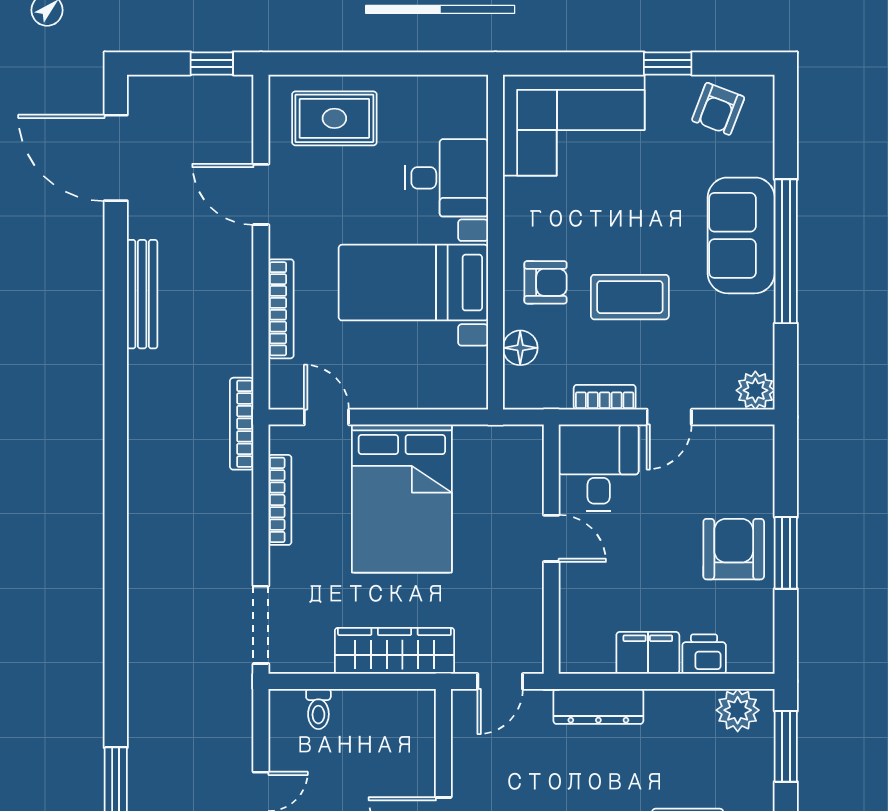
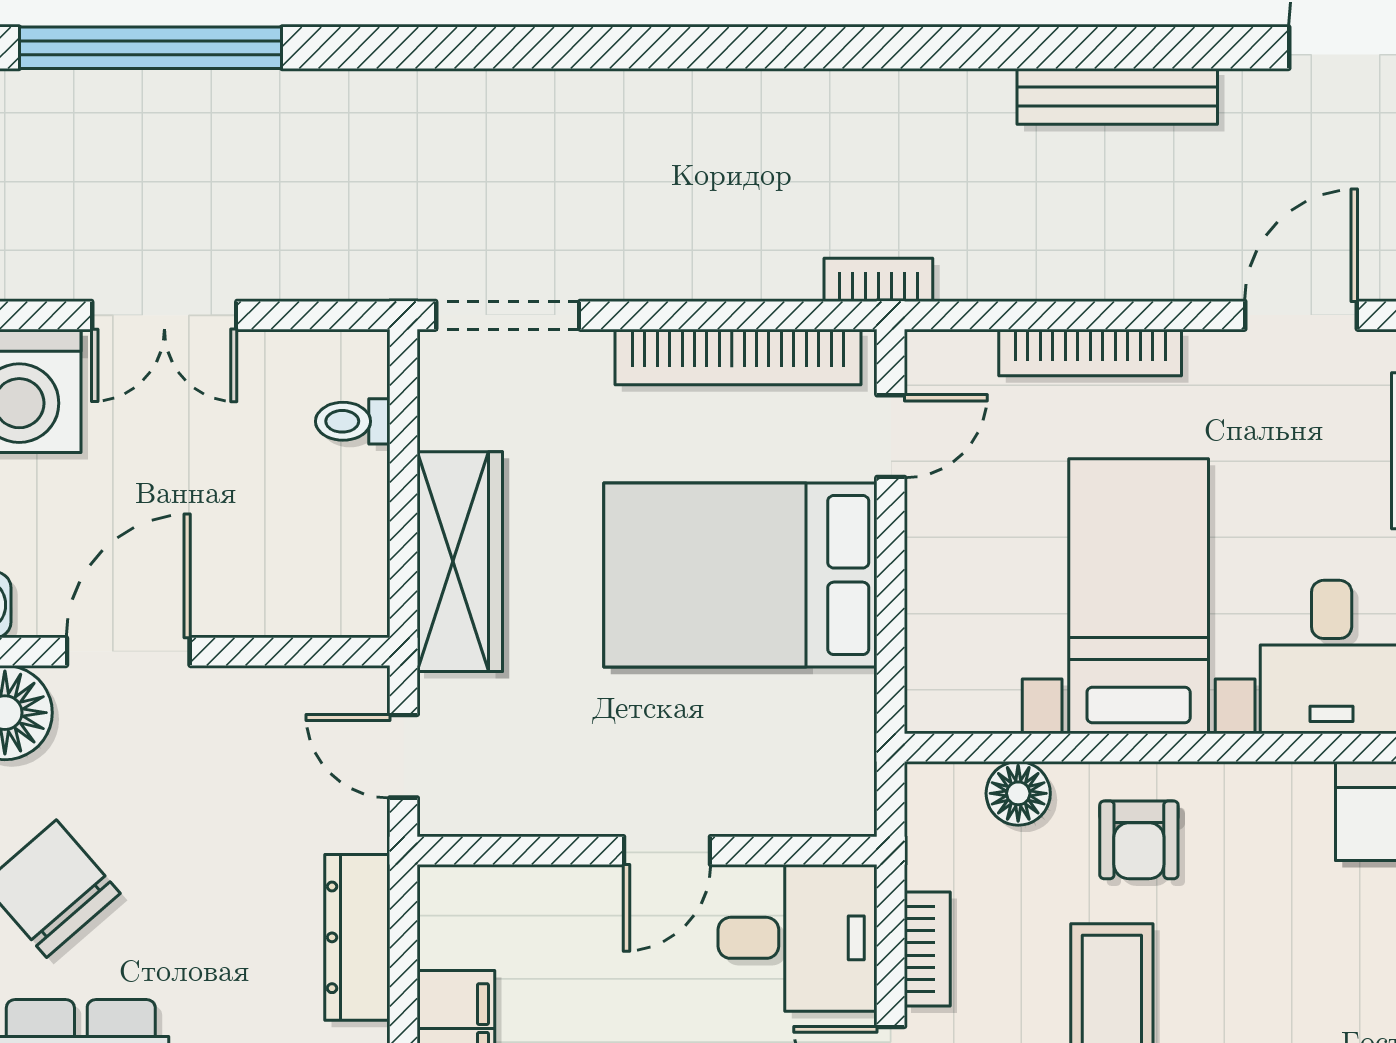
bookcase: (242, 424) -> (878, 280), width x0.64
bookcase: (280, 500) -> (738, 357), width x1.48, depth x1.31

